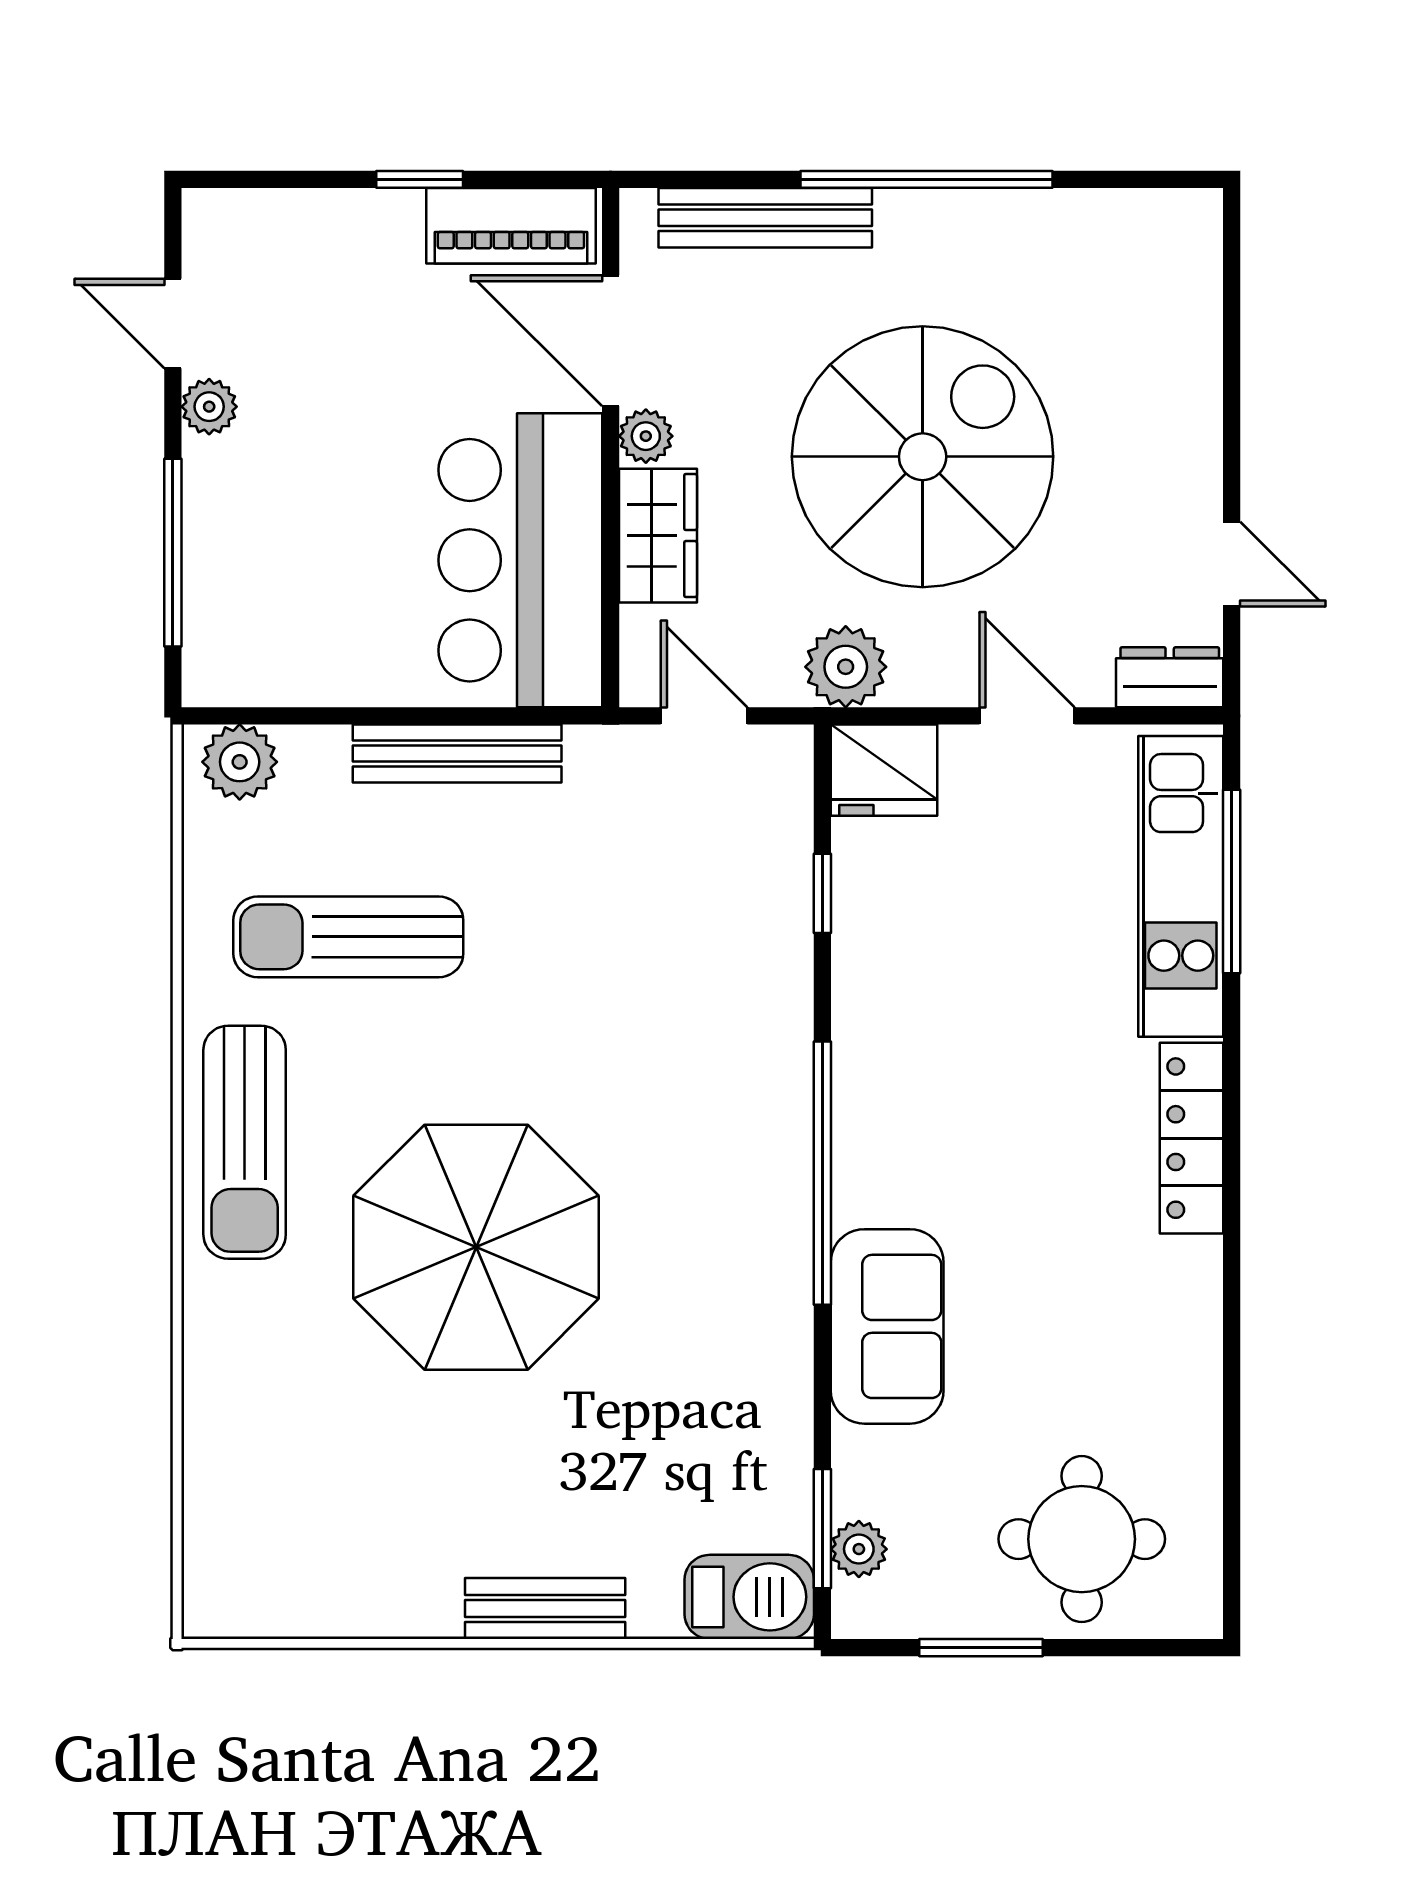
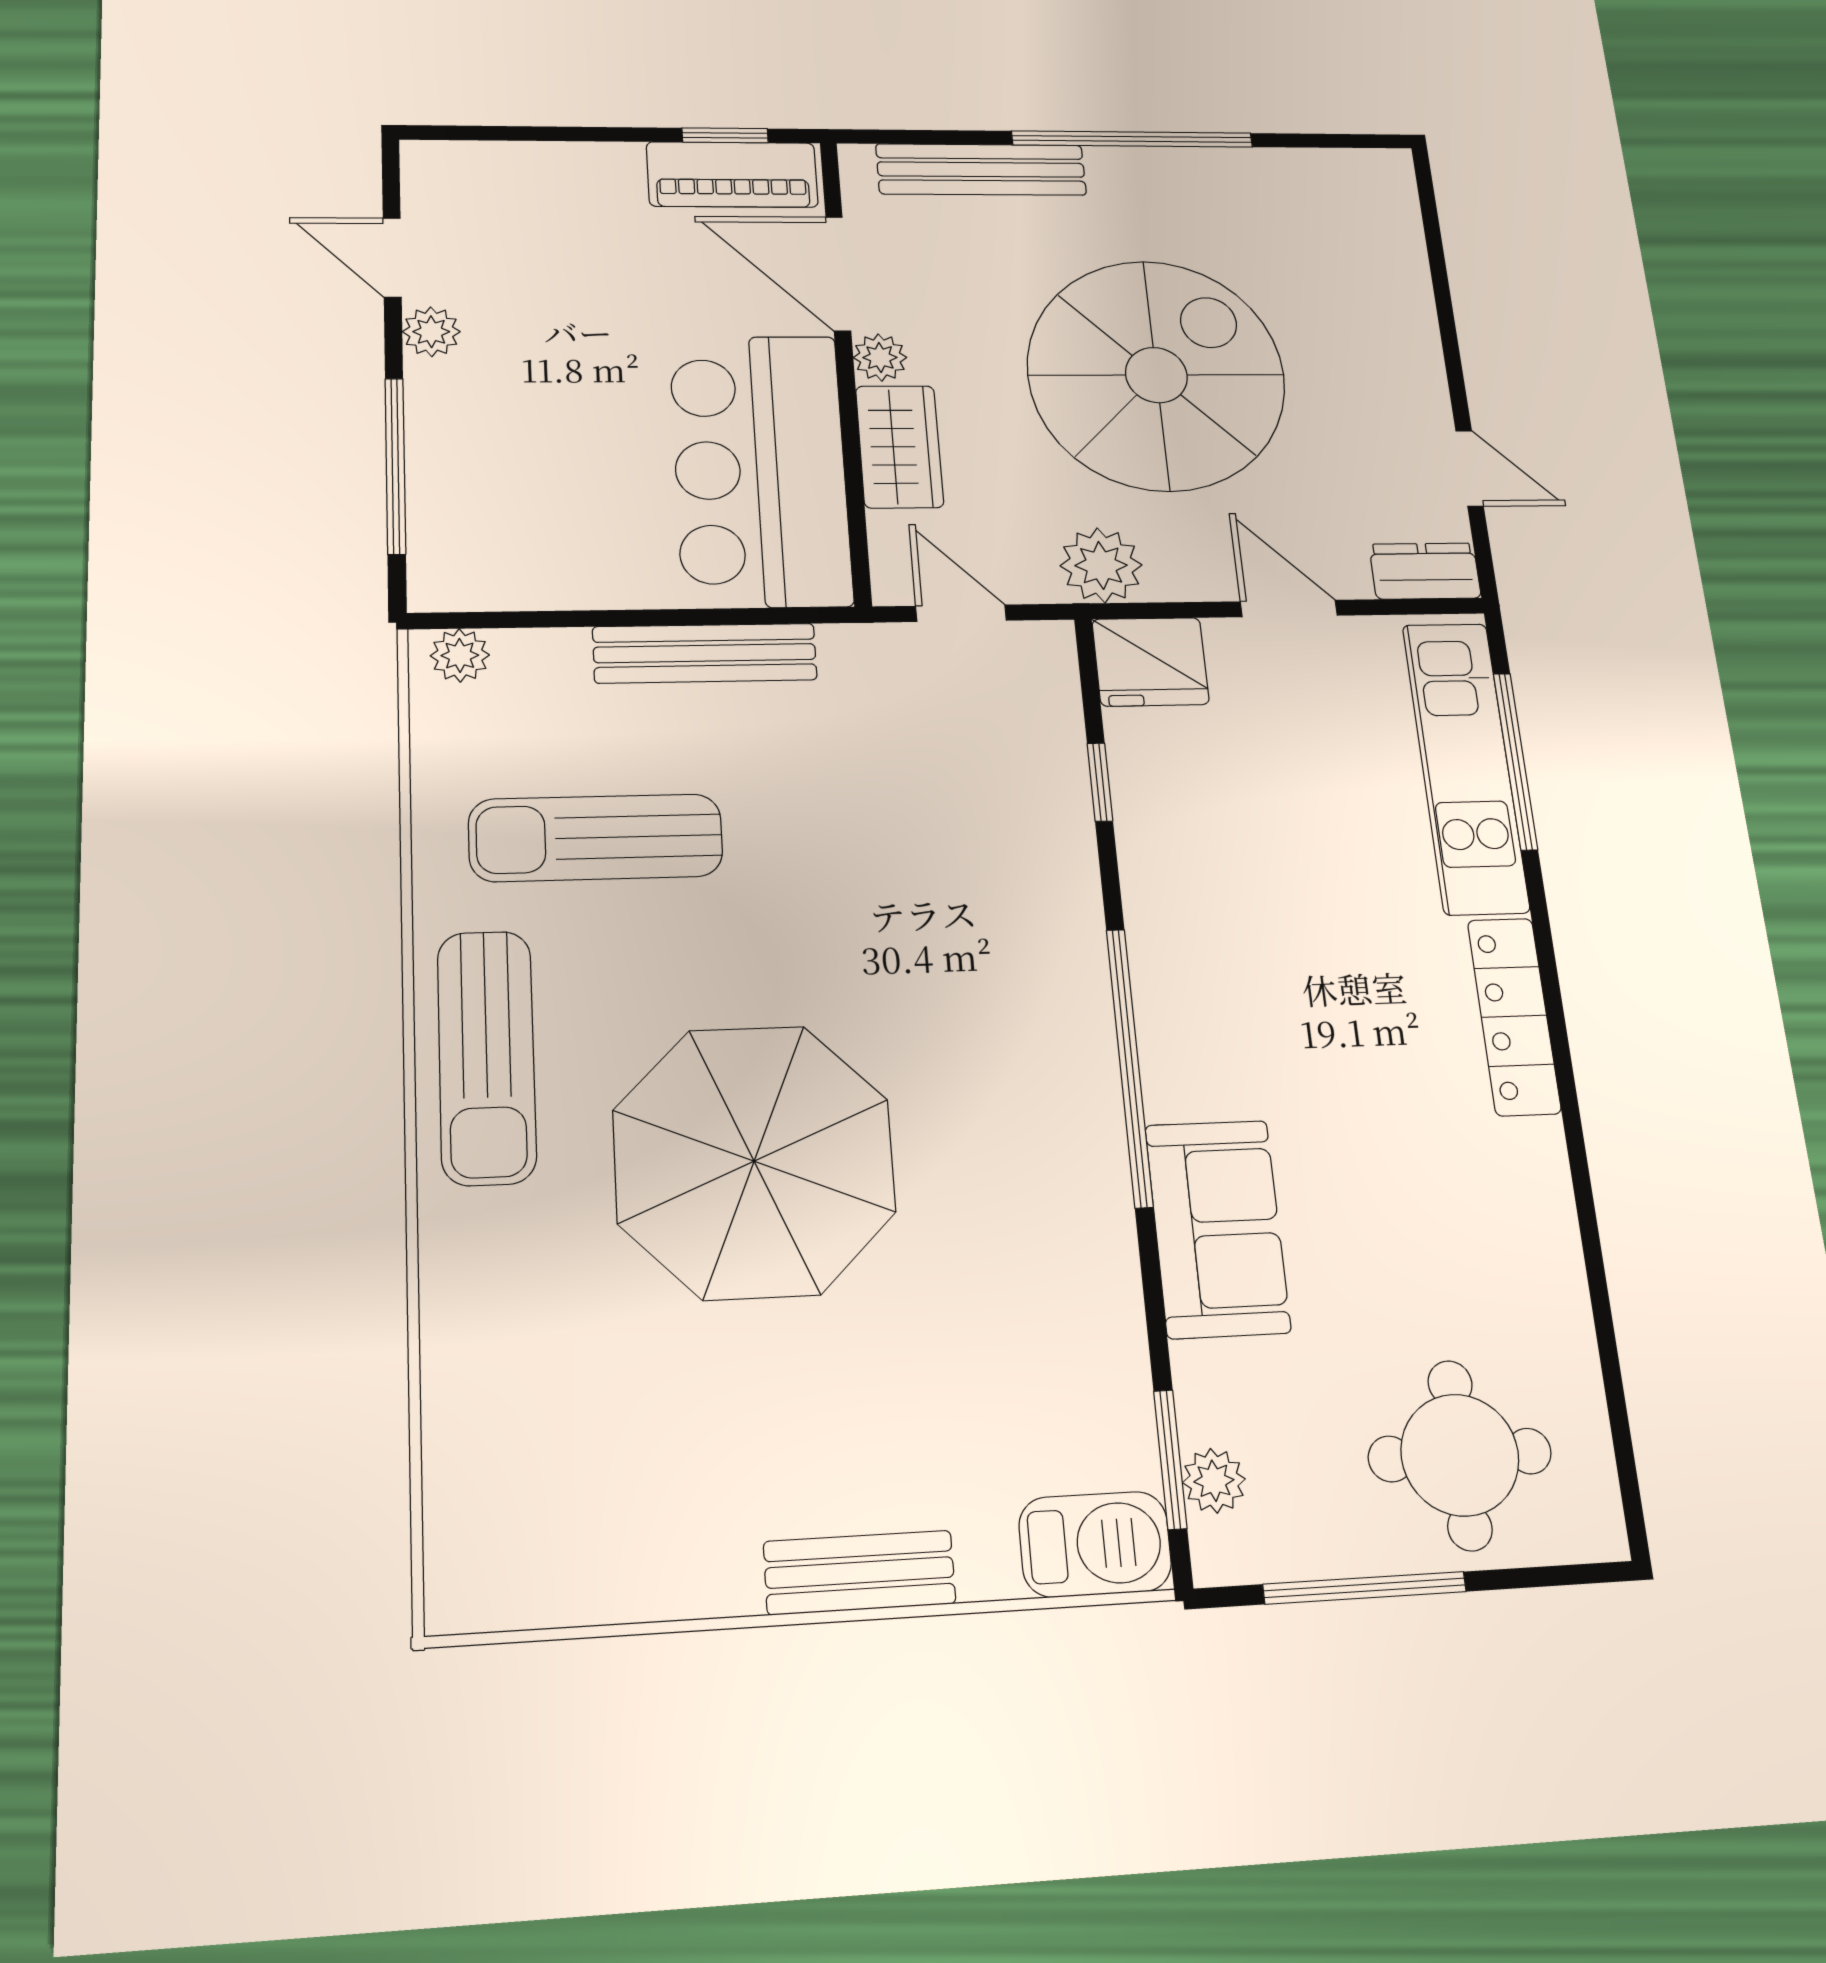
window: (420, 179) -> (725, 135), moved
plant: (240, 762) -> (460, 655), width x0.73, depth x0.73
window: (981, 1648) -> (1365, 1588), width x1.44

